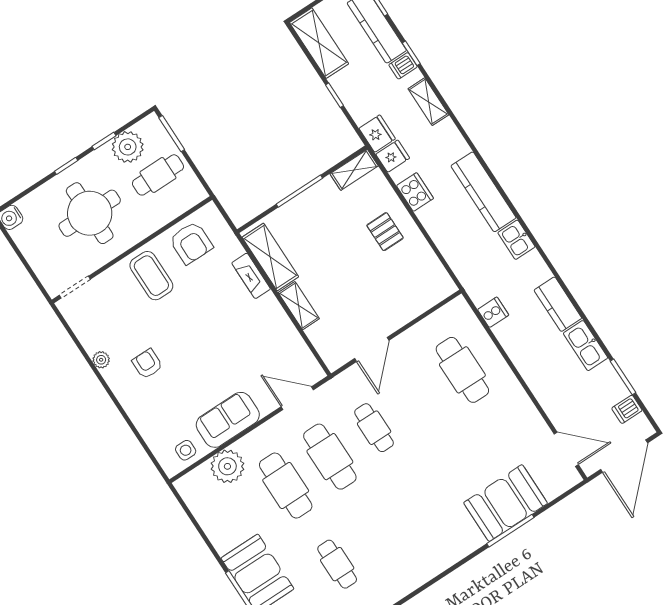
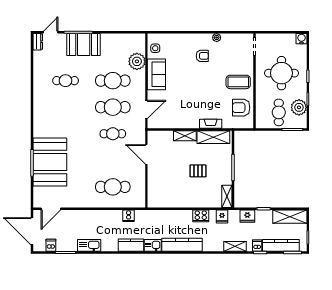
fridge: (377, 134) -> (247, 216), moved
pallet: (385, 232) -> (198, 171), moved
kitchen counter: (558, 304) -> (131, 245), moved
booth: (506, 503) -> (50, 162), width x1.36, depth x1.42

